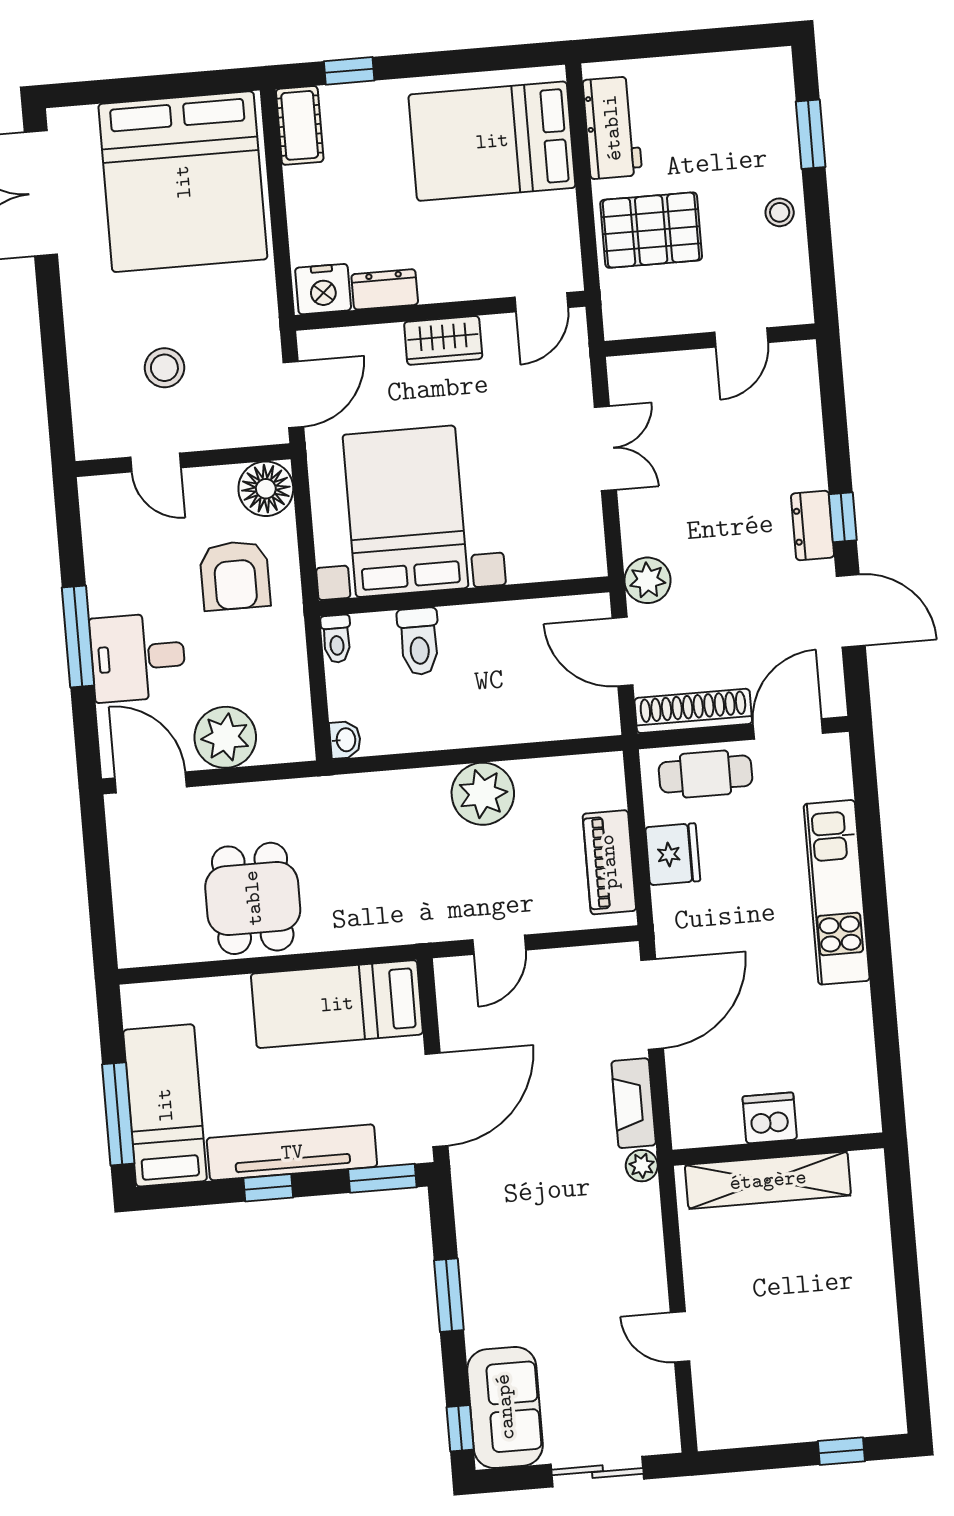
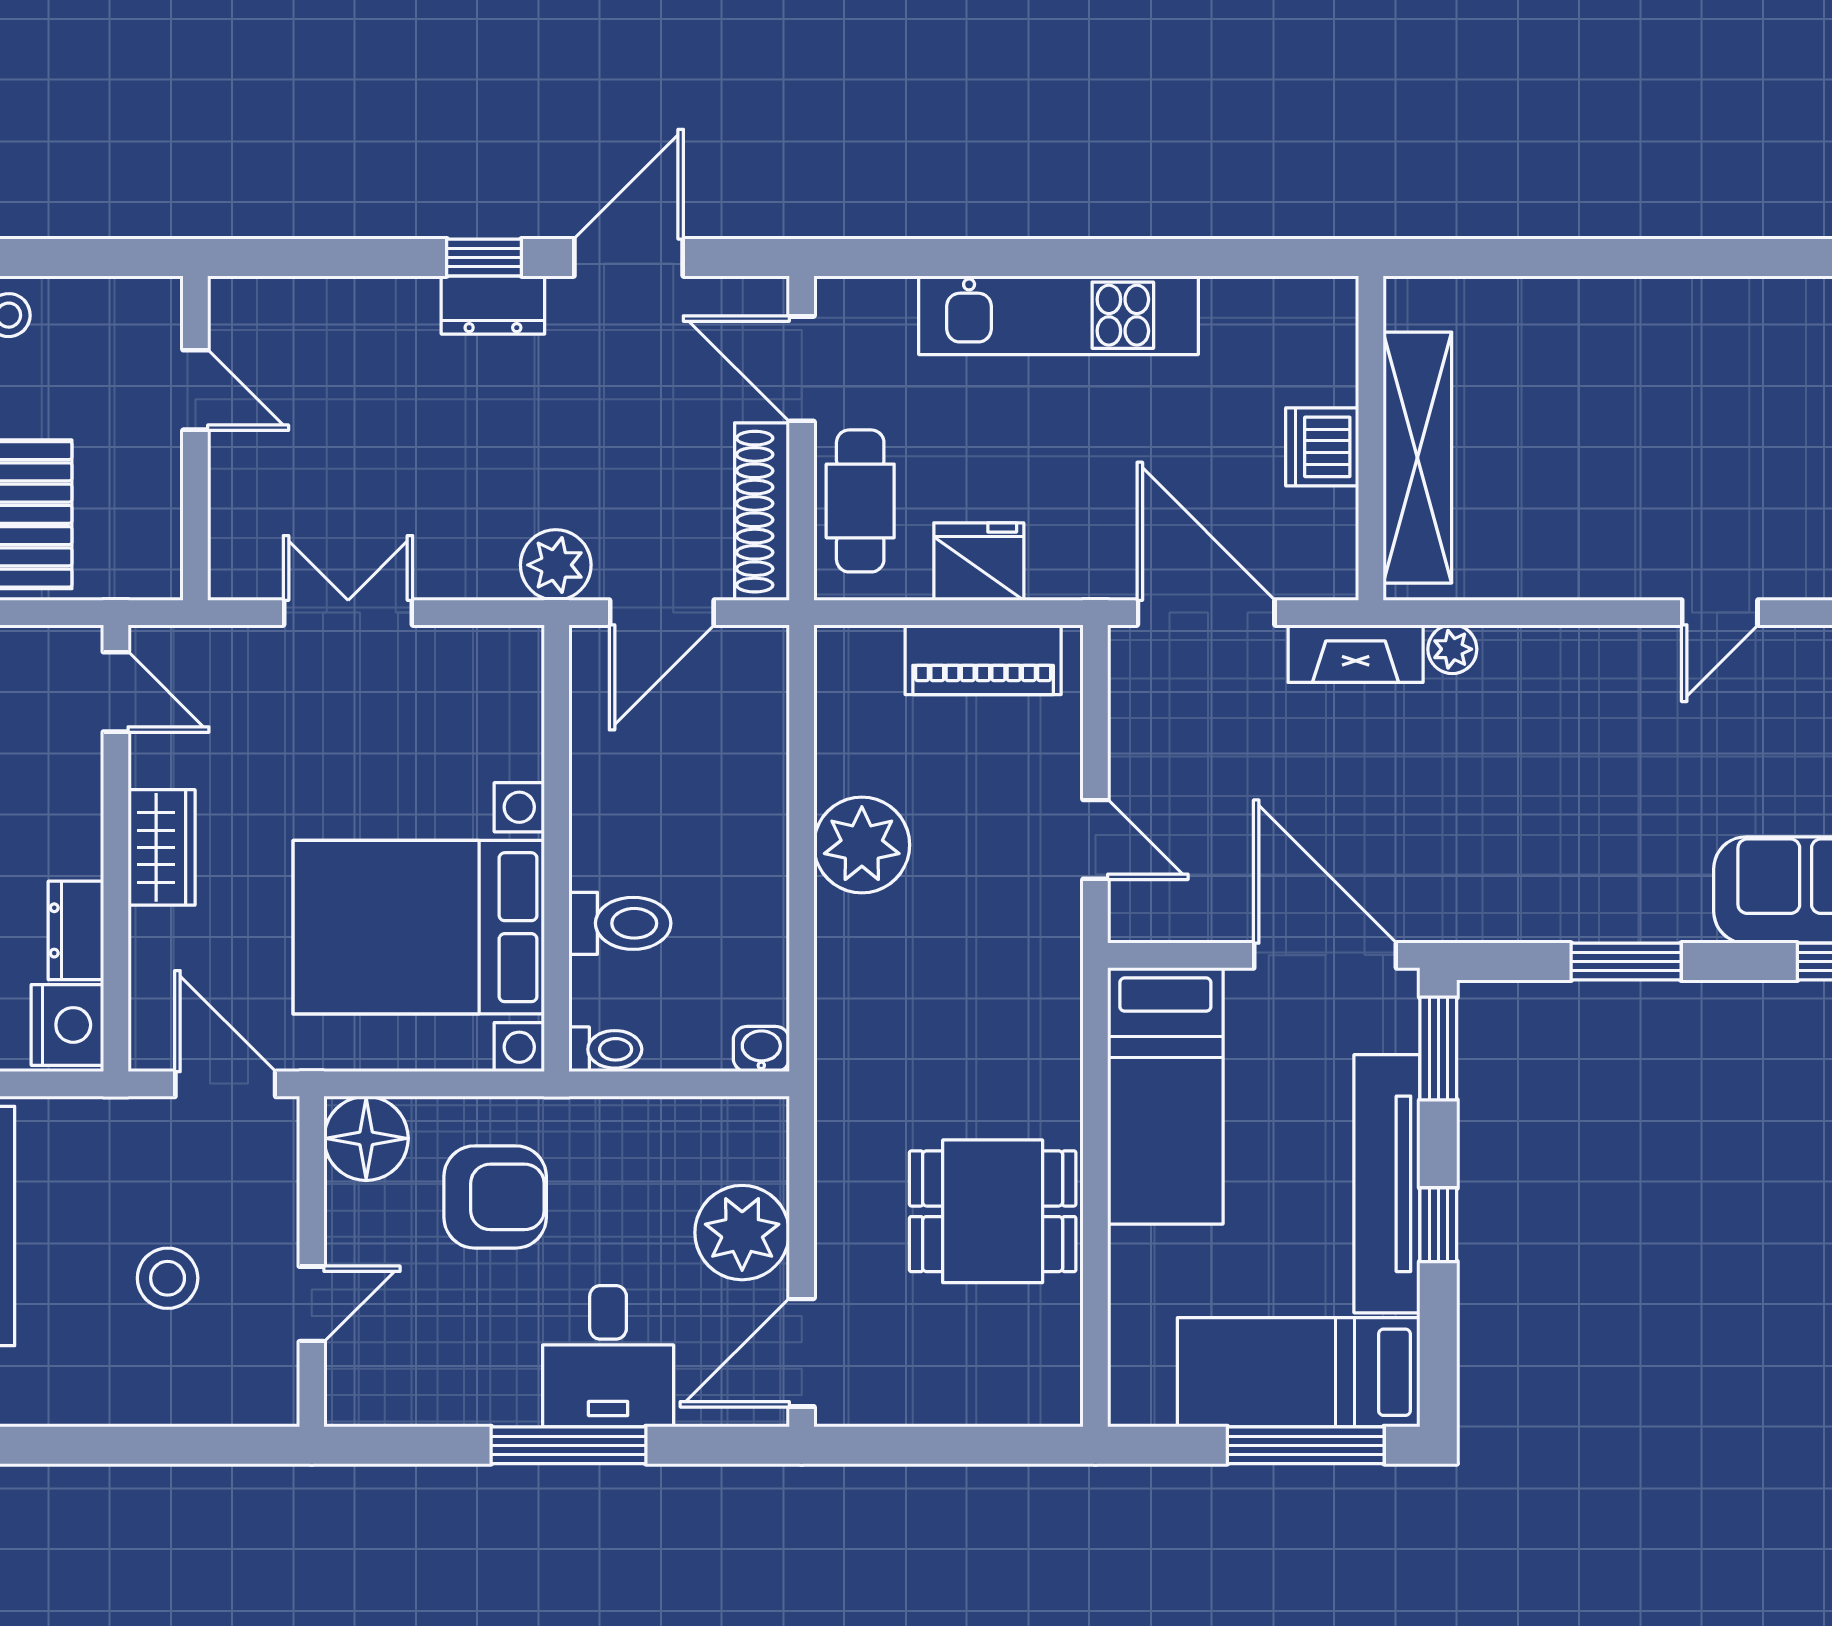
dishwasher: (770, 1118) -> (1322, 447), moved
wall: (778, 1149) -> (1371, 438), moved
shelving: (768, 1180) -> (1417, 458), moved

